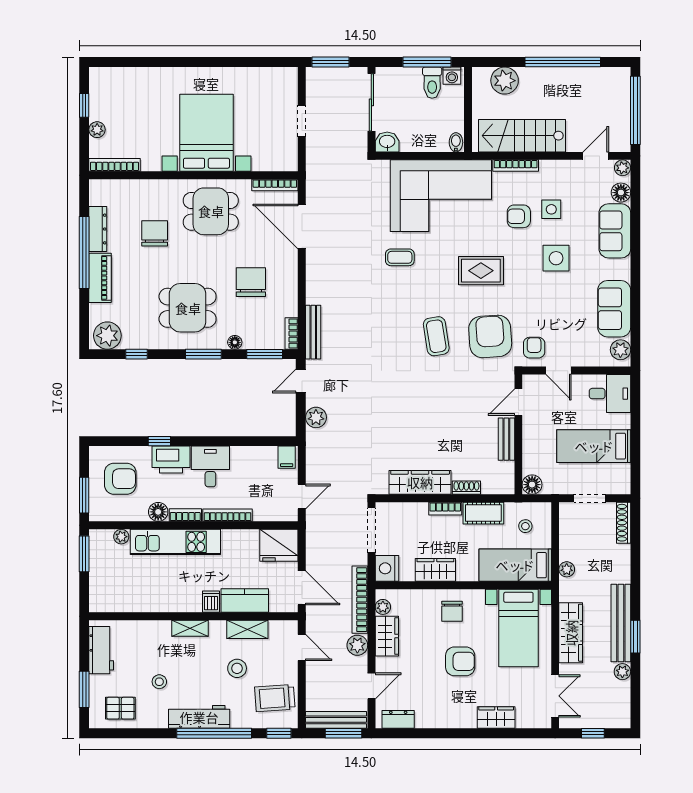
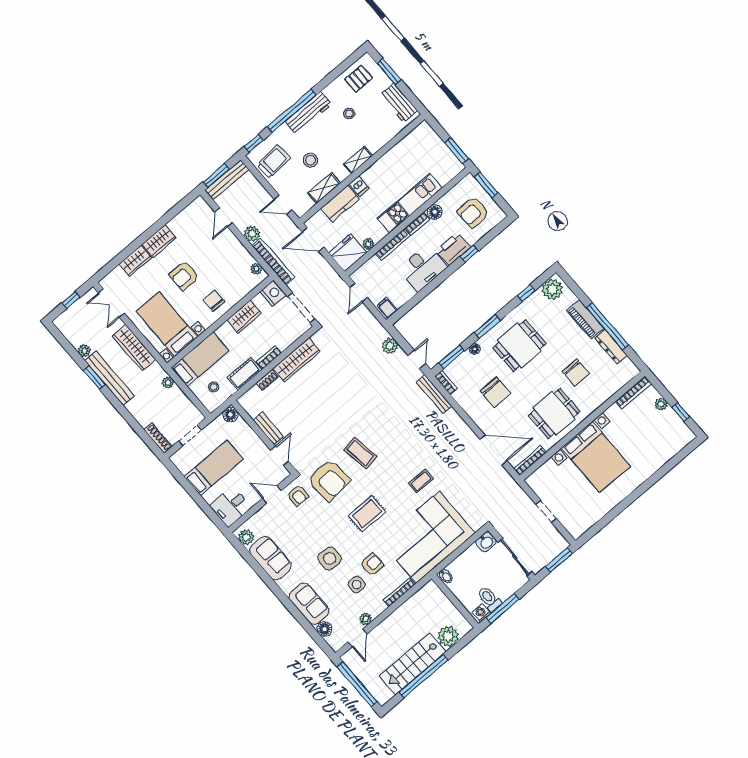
stairs: (522, 136) -> (413, 664), moved, turned 180
plant: (623, 168) -> (366, 619), moved
desk: (210, 466) -> (423, 268), width x1.37
plant: (121, 537) -> (368, 244), moved
wardrobe: (387, 636) -> (159, 241), moved, turned -90
dresser: (398, 719) -> (191, 211), removed

